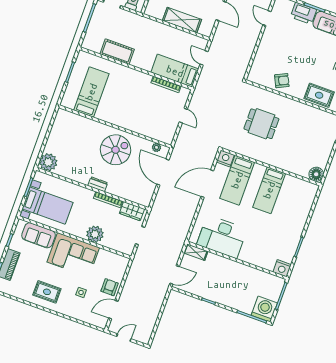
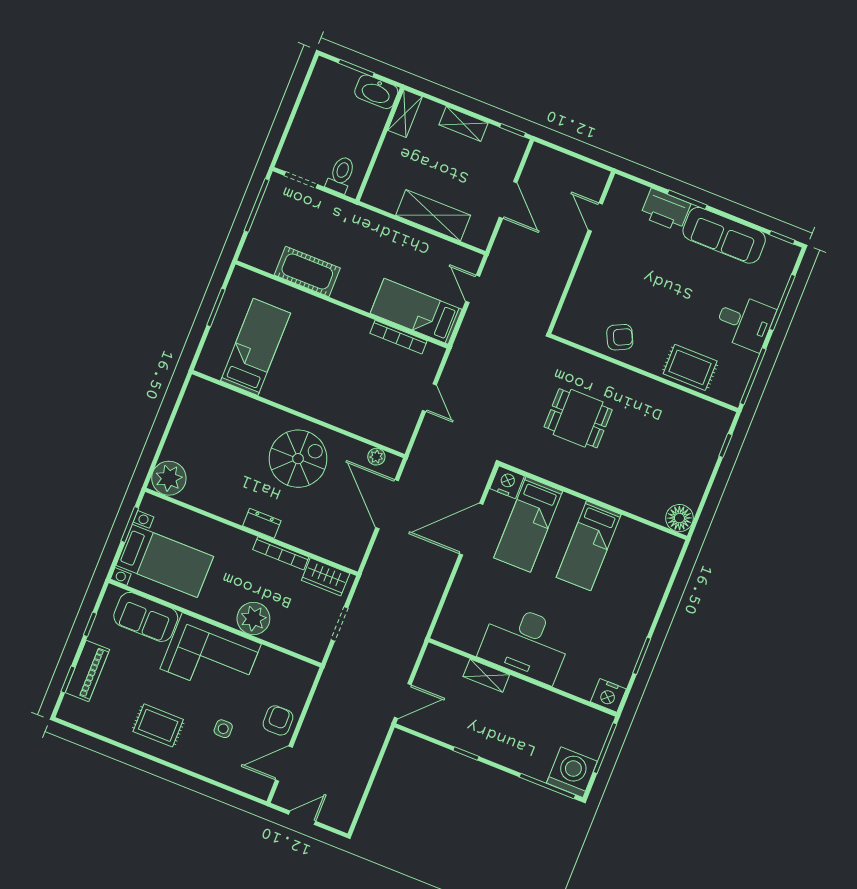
desk: (222, 237) -> (526, 643), moved
shelving: (196, 252) -> (486, 676), moved

